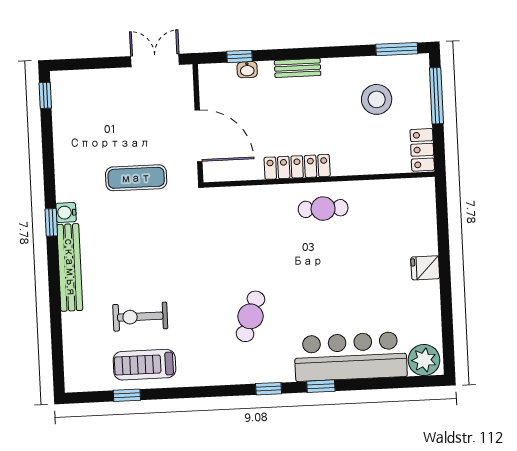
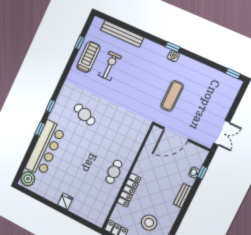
locker: (297, 167) -> (129, 190), moved
bench: (70, 267) -> (122, 34), moved

